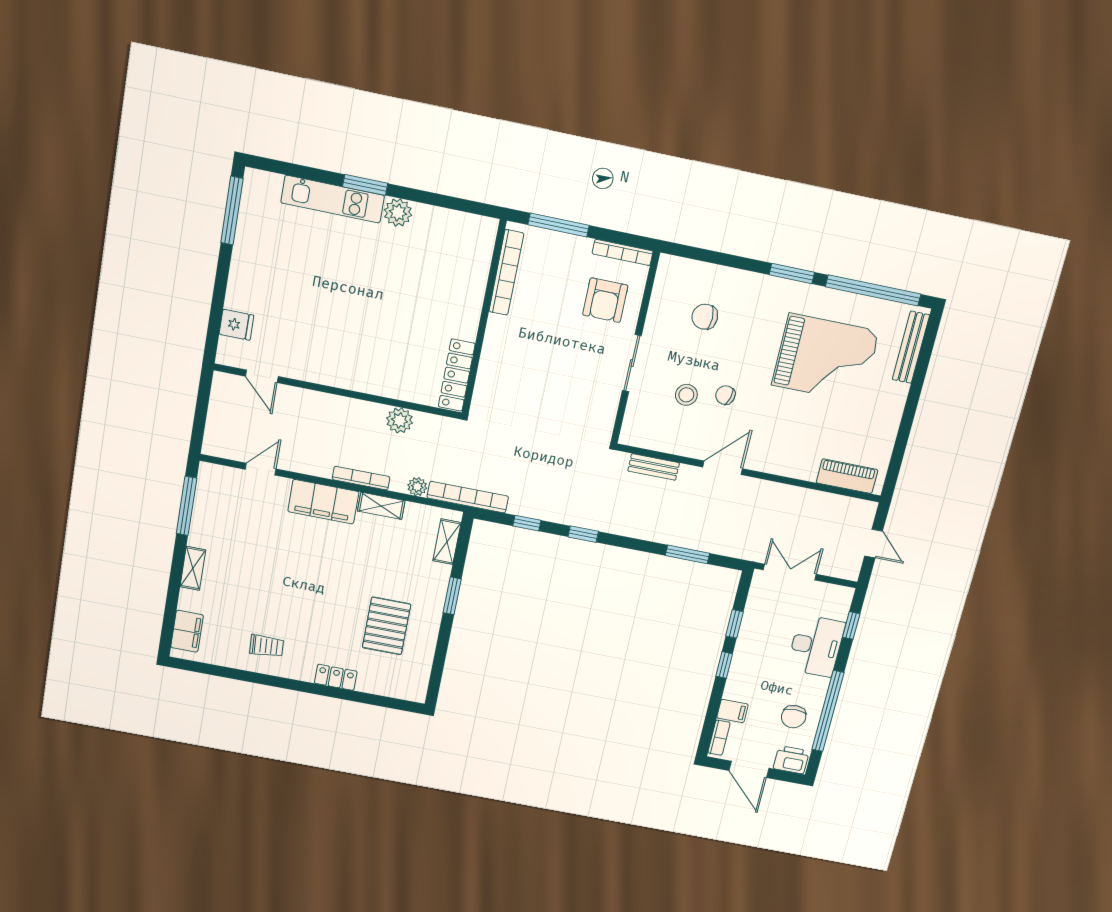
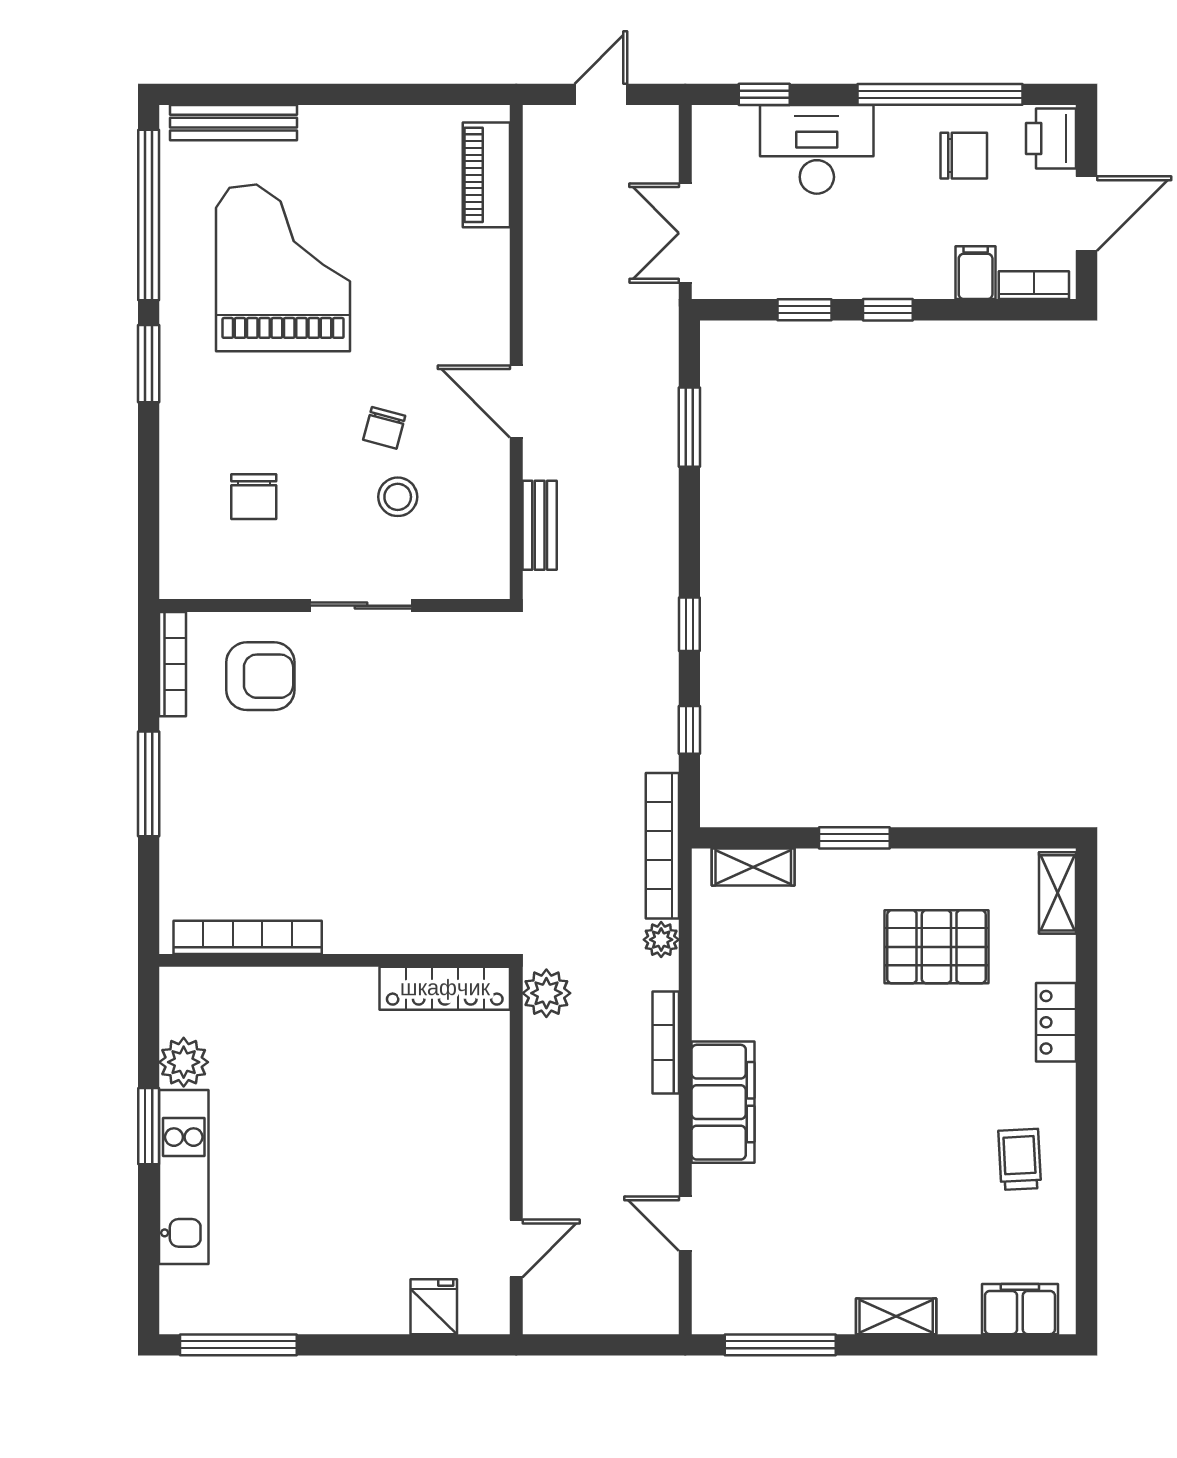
bookcase: (506, 272) -> (248, 937), moved
wall: (484, 318) -> (335, 960), moved
locker: (457, 375) -> (445, 988), moved
shelving: (381, 506) -> (1058, 893), moved

